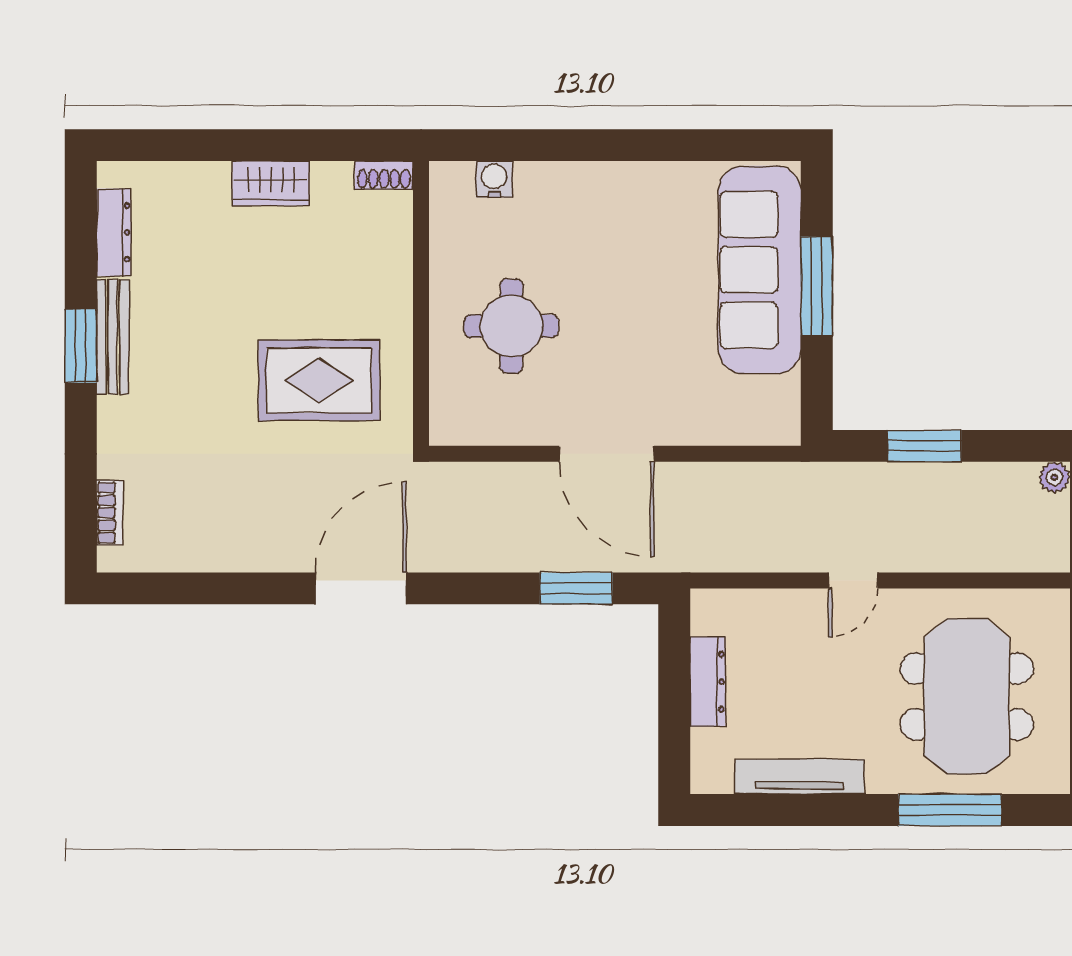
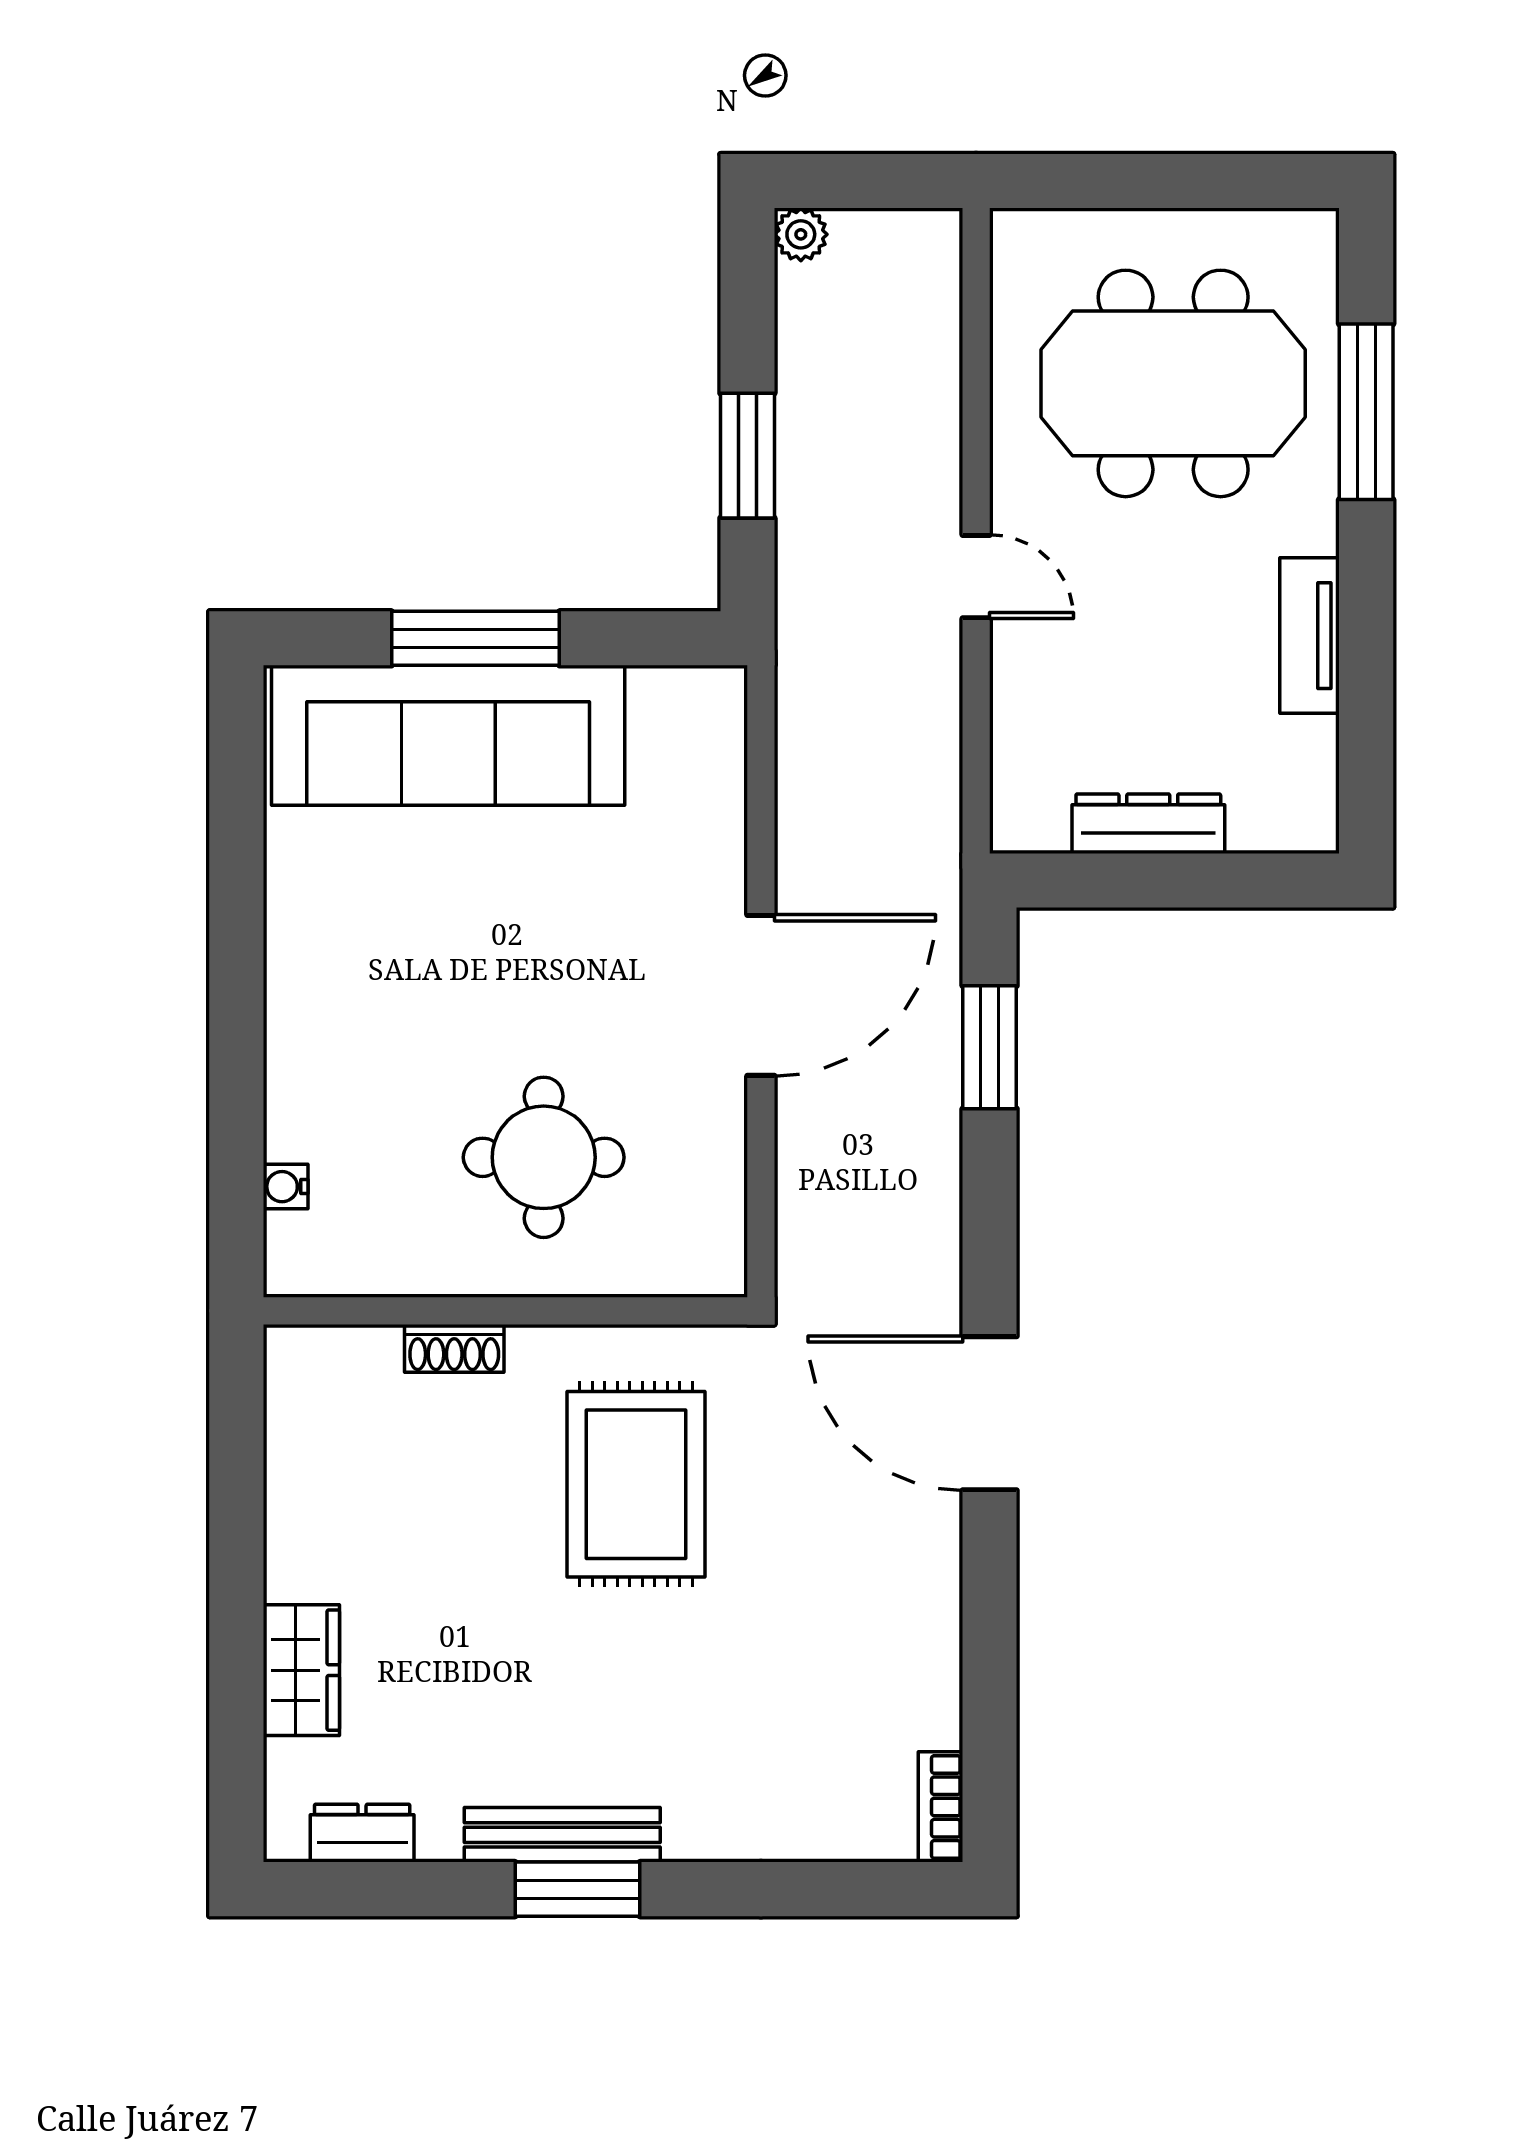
shoe rack: (384, 175) -> (454, 1348), moved, turned 90
water cooler: (494, 179) -> (286, 1187), width x0.72, depth x0.72
wardrobe: (271, 183) -> (301, 1670), moved
dresser: (114, 232) -> (362, 1833), width x0.70
bookcase: (110, 513) -> (941, 1807), moved, turned -90
tv unit: (800, 777) -> (1309, 636), width x0.71

